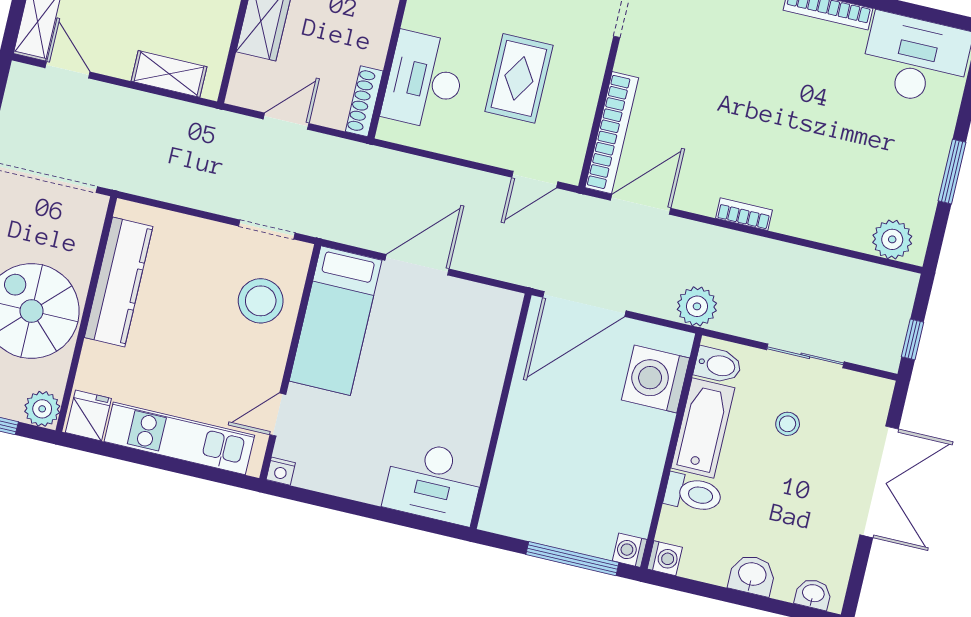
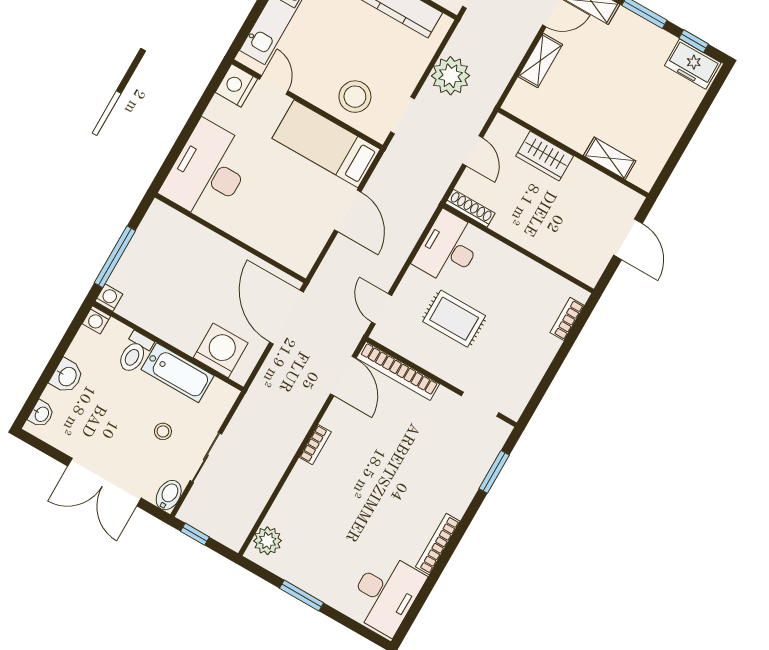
shelving: (169, 74) -> (540, 61), moved
desk: (424, 81) -> (449, 248), moved, turned -90
plant: (697, 306) -> (451, 76), moved, width x1.36, depth x1.36
bidet: (718, 365) -> (169, 495), moved, turned 180
nightstand: (281, 471) -> (236, 86), width x1.89, depth x1.79
desk: (434, 482) -> (208, 171), width x1.36, depth x1.30

